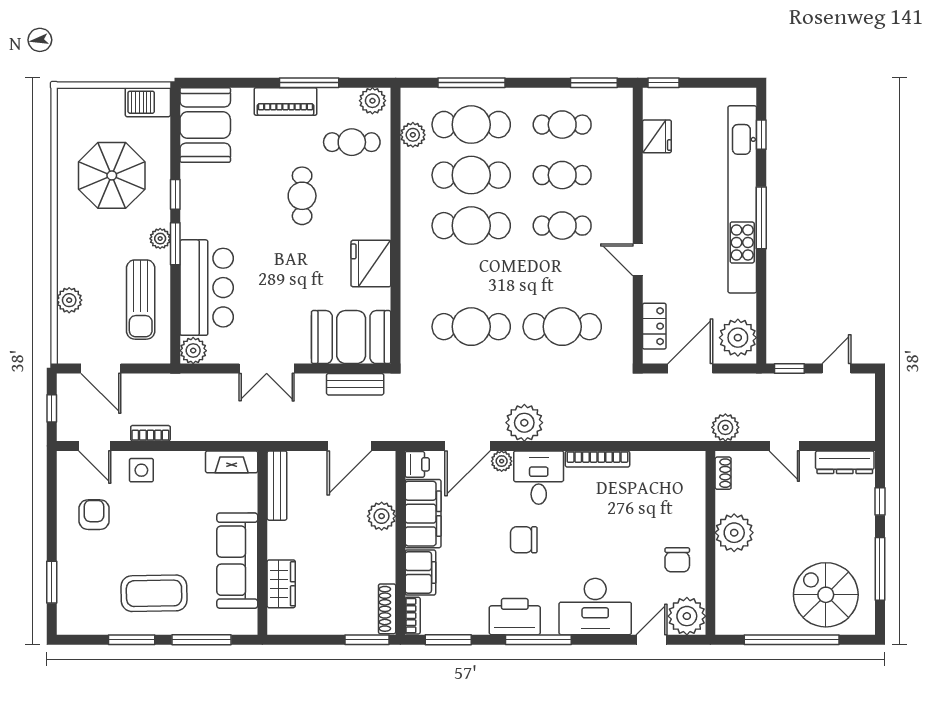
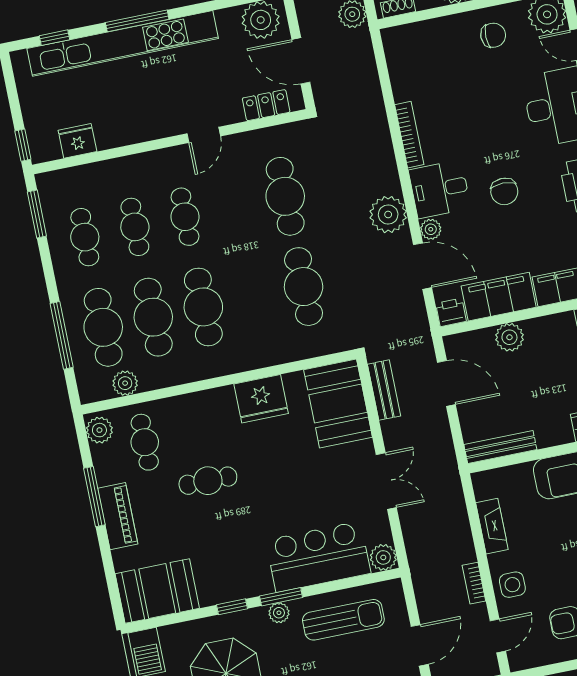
fireplace: (232, 462) -> (492, 526), moved

